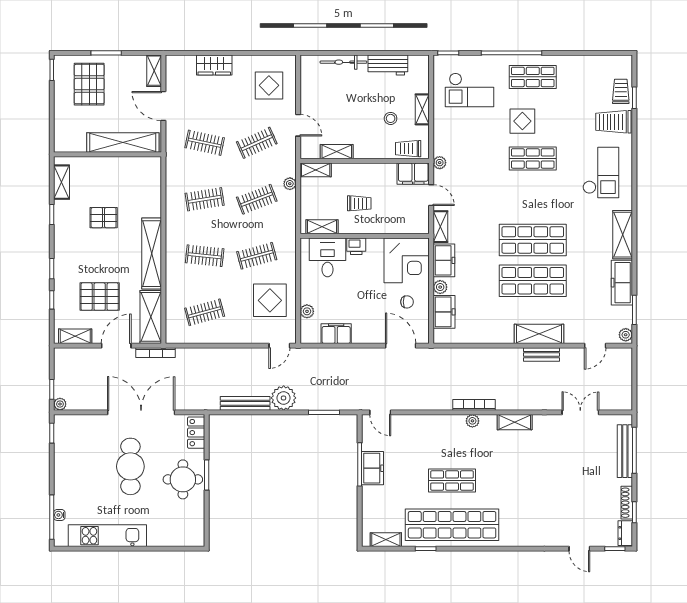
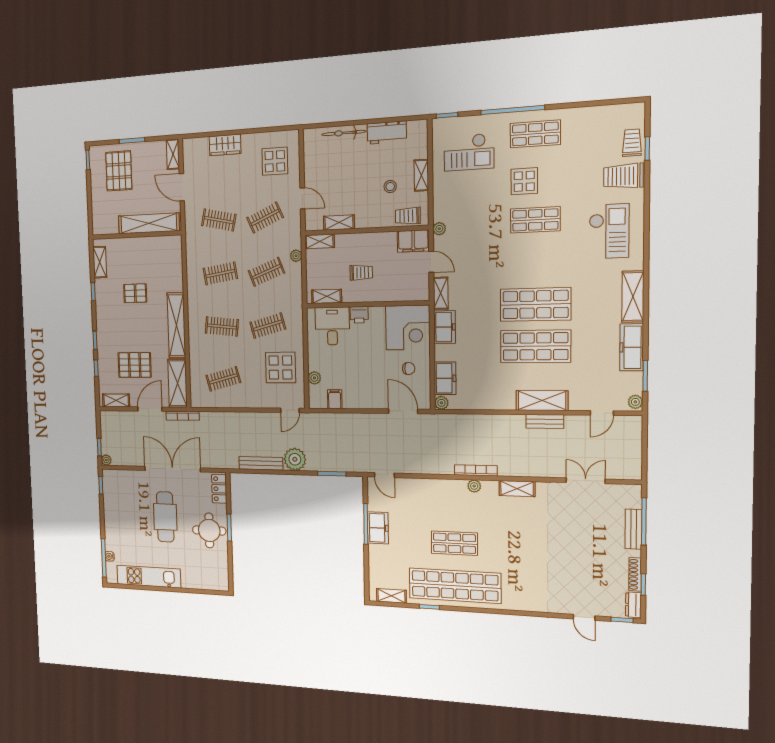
plant: (440, 287) -> (441, 403), moved
filing cabinet: (336, 334) -> (335, 399), width x0.50
bench: (625, 451) -> (633, 529), width x0.73

